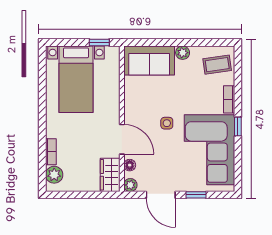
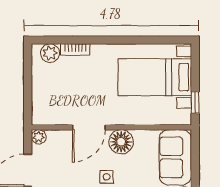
floor lamp: (130, 165) -> (121, 142), moved, width x1.89, depth x1.89
wardrobe: (110, 175) -> (50, 115), removed

